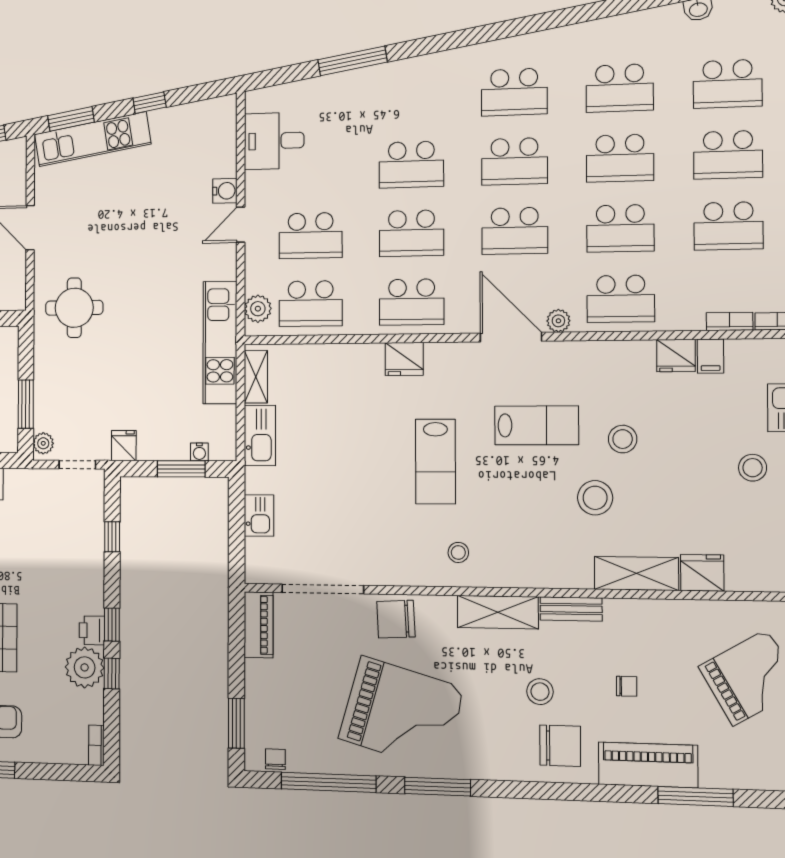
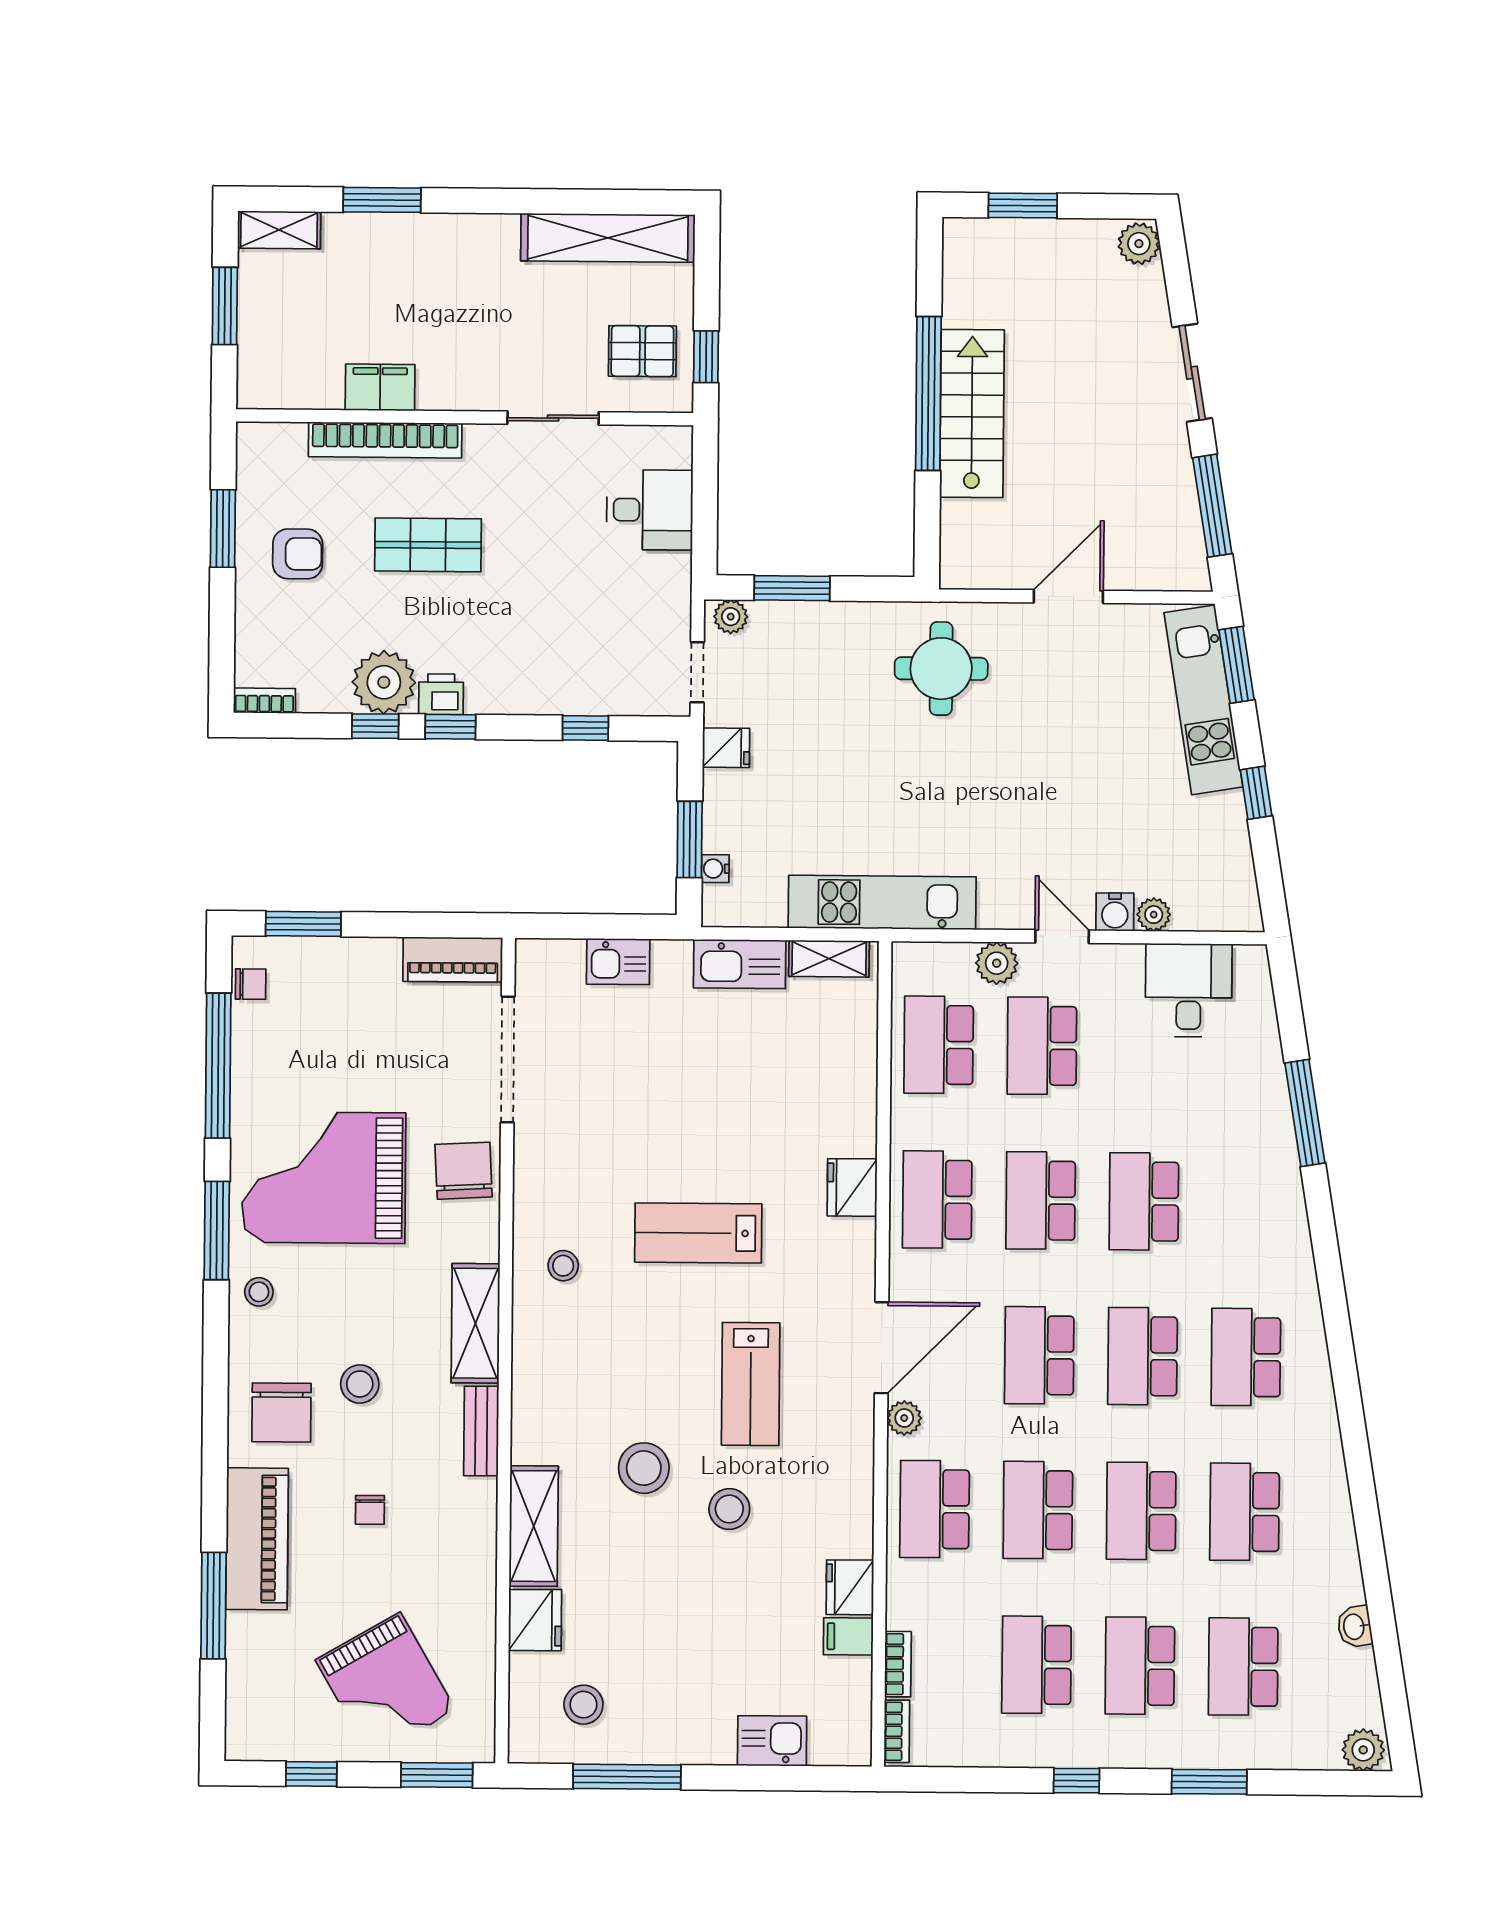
plant: (226, 166) -> (1154, 915), added
plant: (258, 309) -> (997, 963), moved
stool: (753, 468) -> (583, 1705), moved
grand piano: (401, 713) -> (324, 1178), turned 74
stool: (478, 759) -> (259, 1292), added

